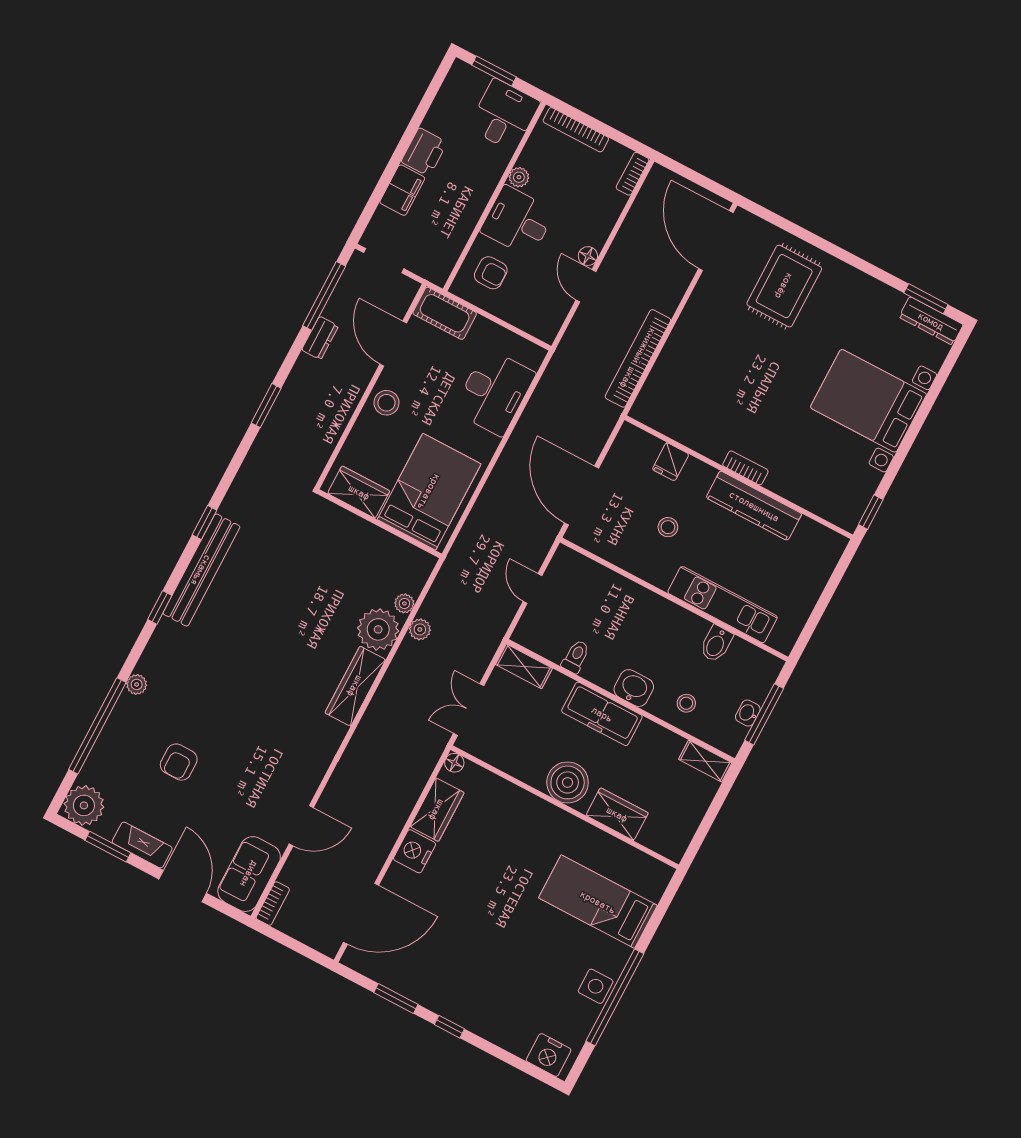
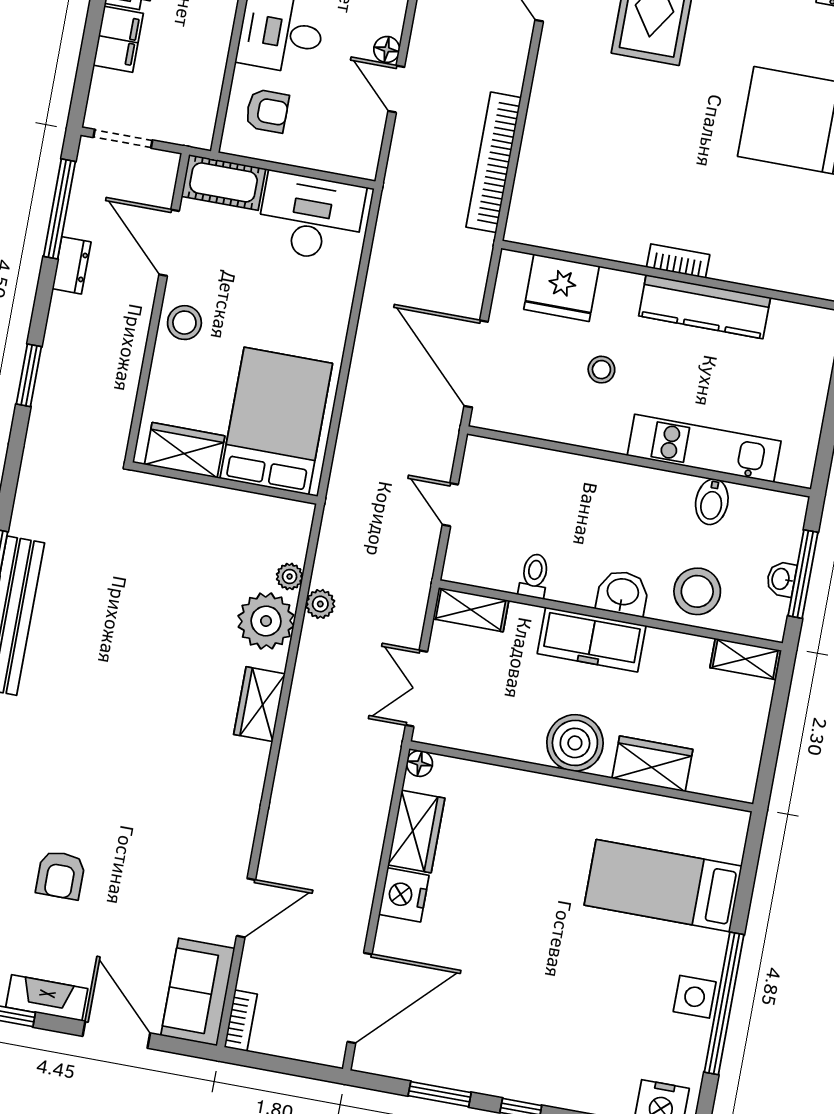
desk: (494, 392) -> (311, 217), moved, turned -90
fridge: (671, 462) -> (562, 288), width x1.88, depth x1.34
wardrobe: (355, 686) -> (259, 704), width x0.67
stool: (686, 703) -> (697, 591), width x1.89, depth x1.89

